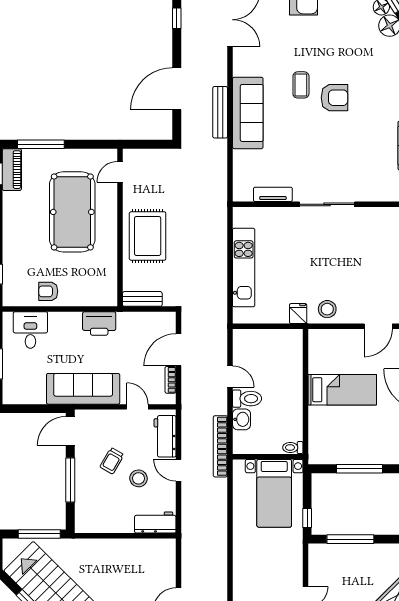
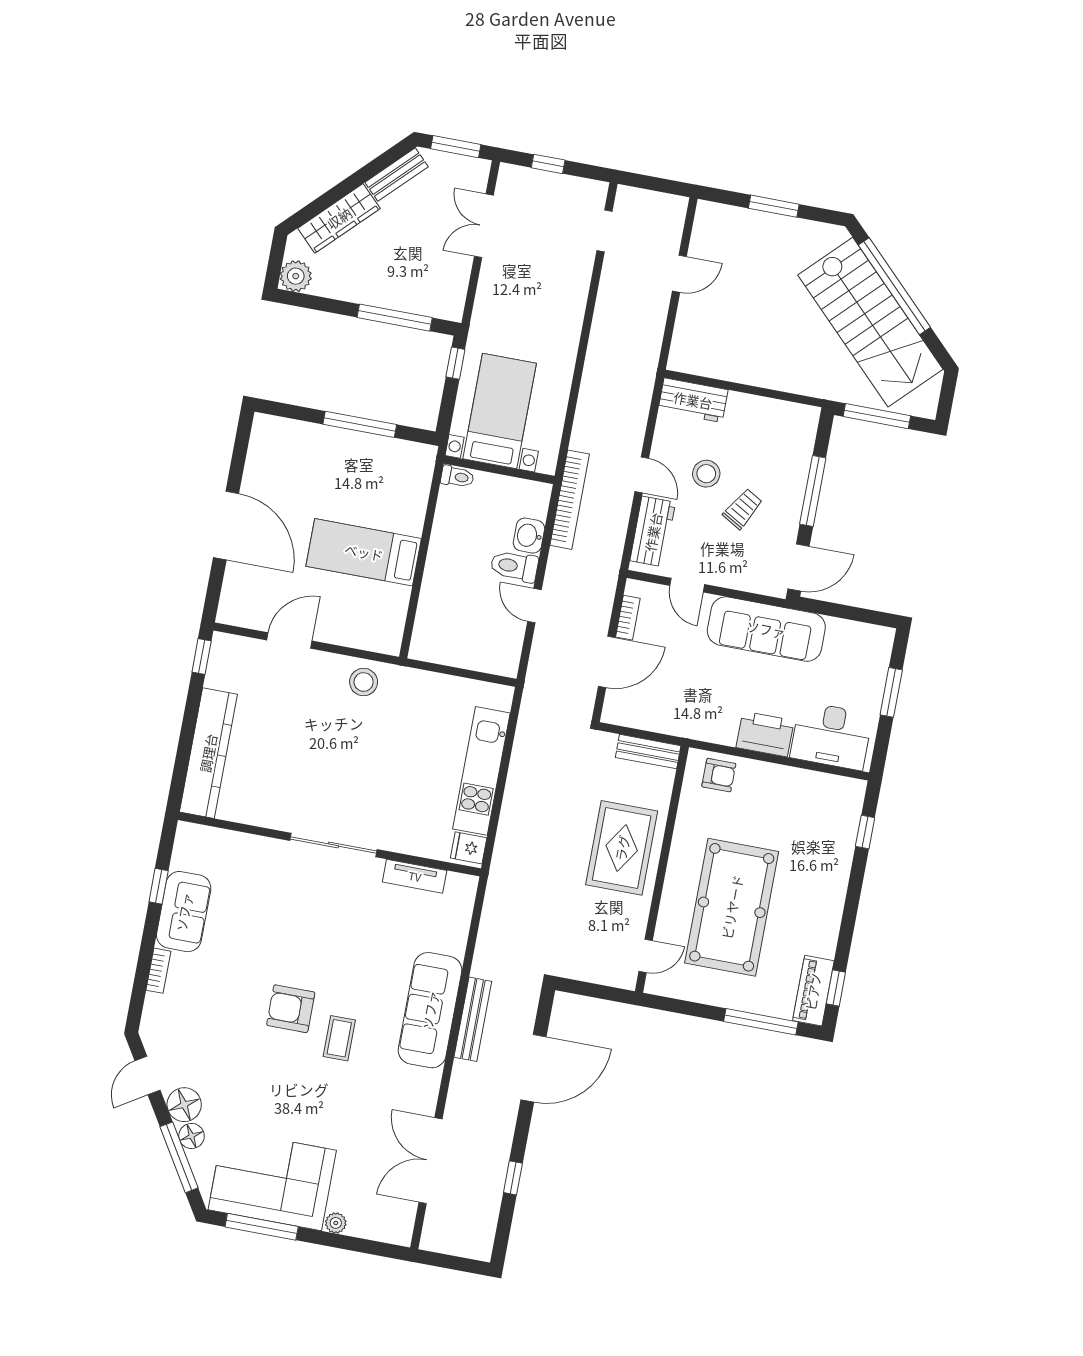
armchair: (48, 291) -> (719, 775), moved
fridge: (298, 314) -> (469, 848), moved, turned 90
printer: (99, 323) -> (765, 734), moved
desk: (30, 330) -> (831, 736), width x1.37

